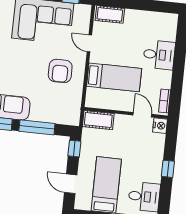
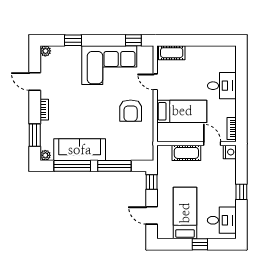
cot: (98, 120) -> (186, 153), moved

